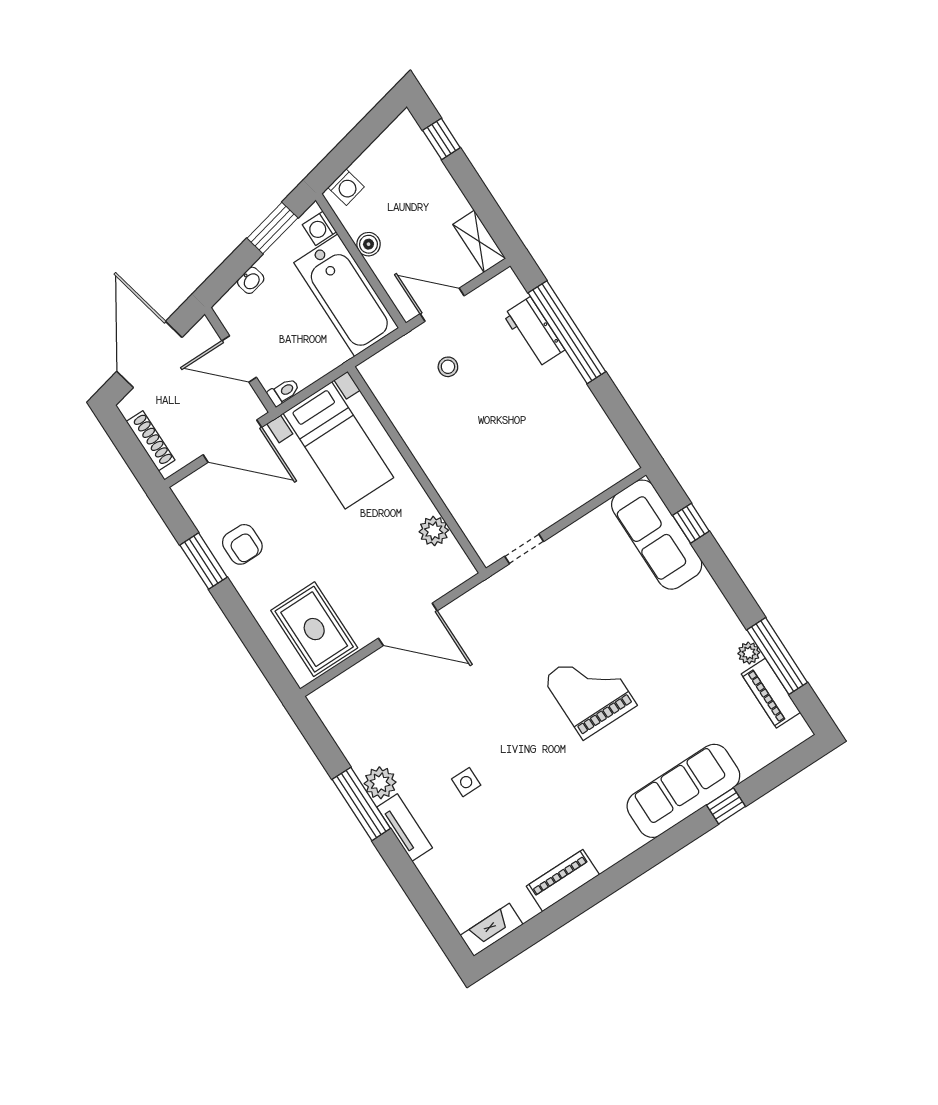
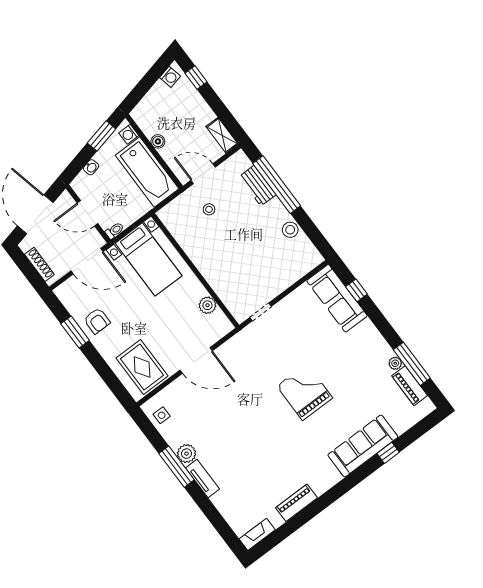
washing machine: (346, 187) -> (170, 77), moved
stool: (585, 411) -> (290, 230), added
side table: (466, 782) -> (162, 415), moved

